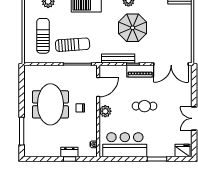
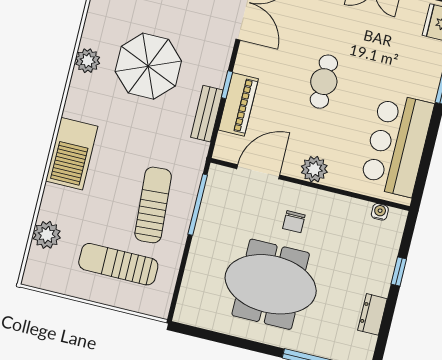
bench: (118, 58) -> (207, 114), width x0.73
piano: (140, 71) -> (238, 104), moved
door: (98, 87) -> (258, 172), hinge flipped
dresser: (69, 152) -> (372, 314), moved

